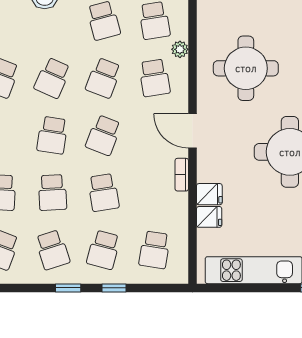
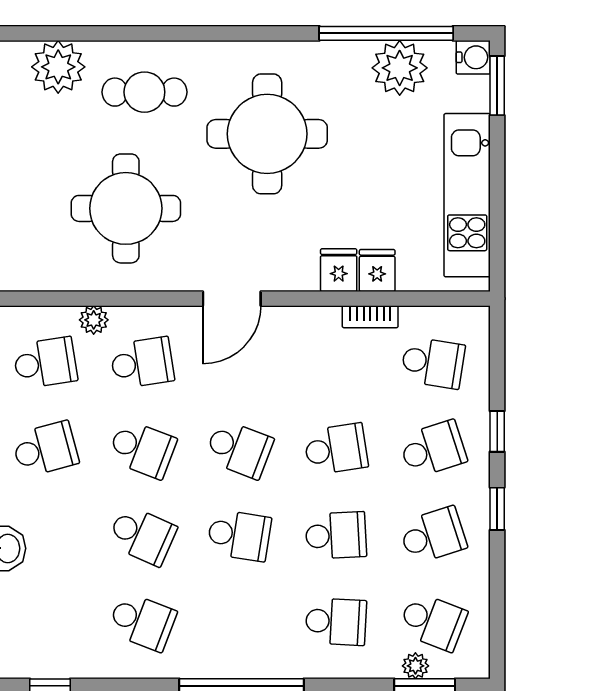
bookcase: (182, 175) -> (370, 317), moved
school desk: (103, 250) -> (433, 449), turned -33

